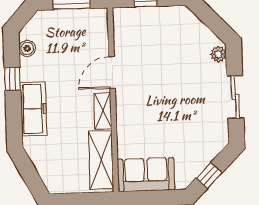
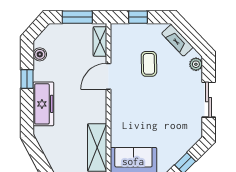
fireplace: (195, 26) -> (177, 40), added
coffee table: (161, 56) -> (149, 64), added
shelving: (103, 111) -> (100, 41), moved

